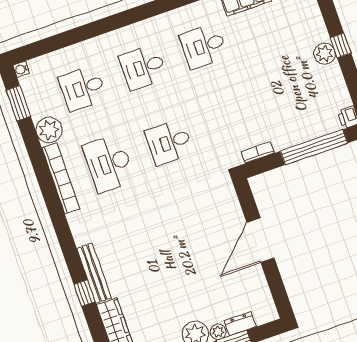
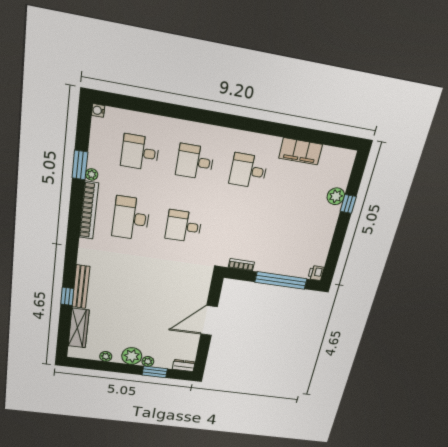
window: (341, 45) -> (348, 204), moved
plant: (324, 54) -> (336, 196), moved
window: (18, 103) -> (80, 165), moved
plant: (49, 130) -> (92, 174), width x0.53, depth x0.53
dresser: (240, 324) -> (184, 365), moved

